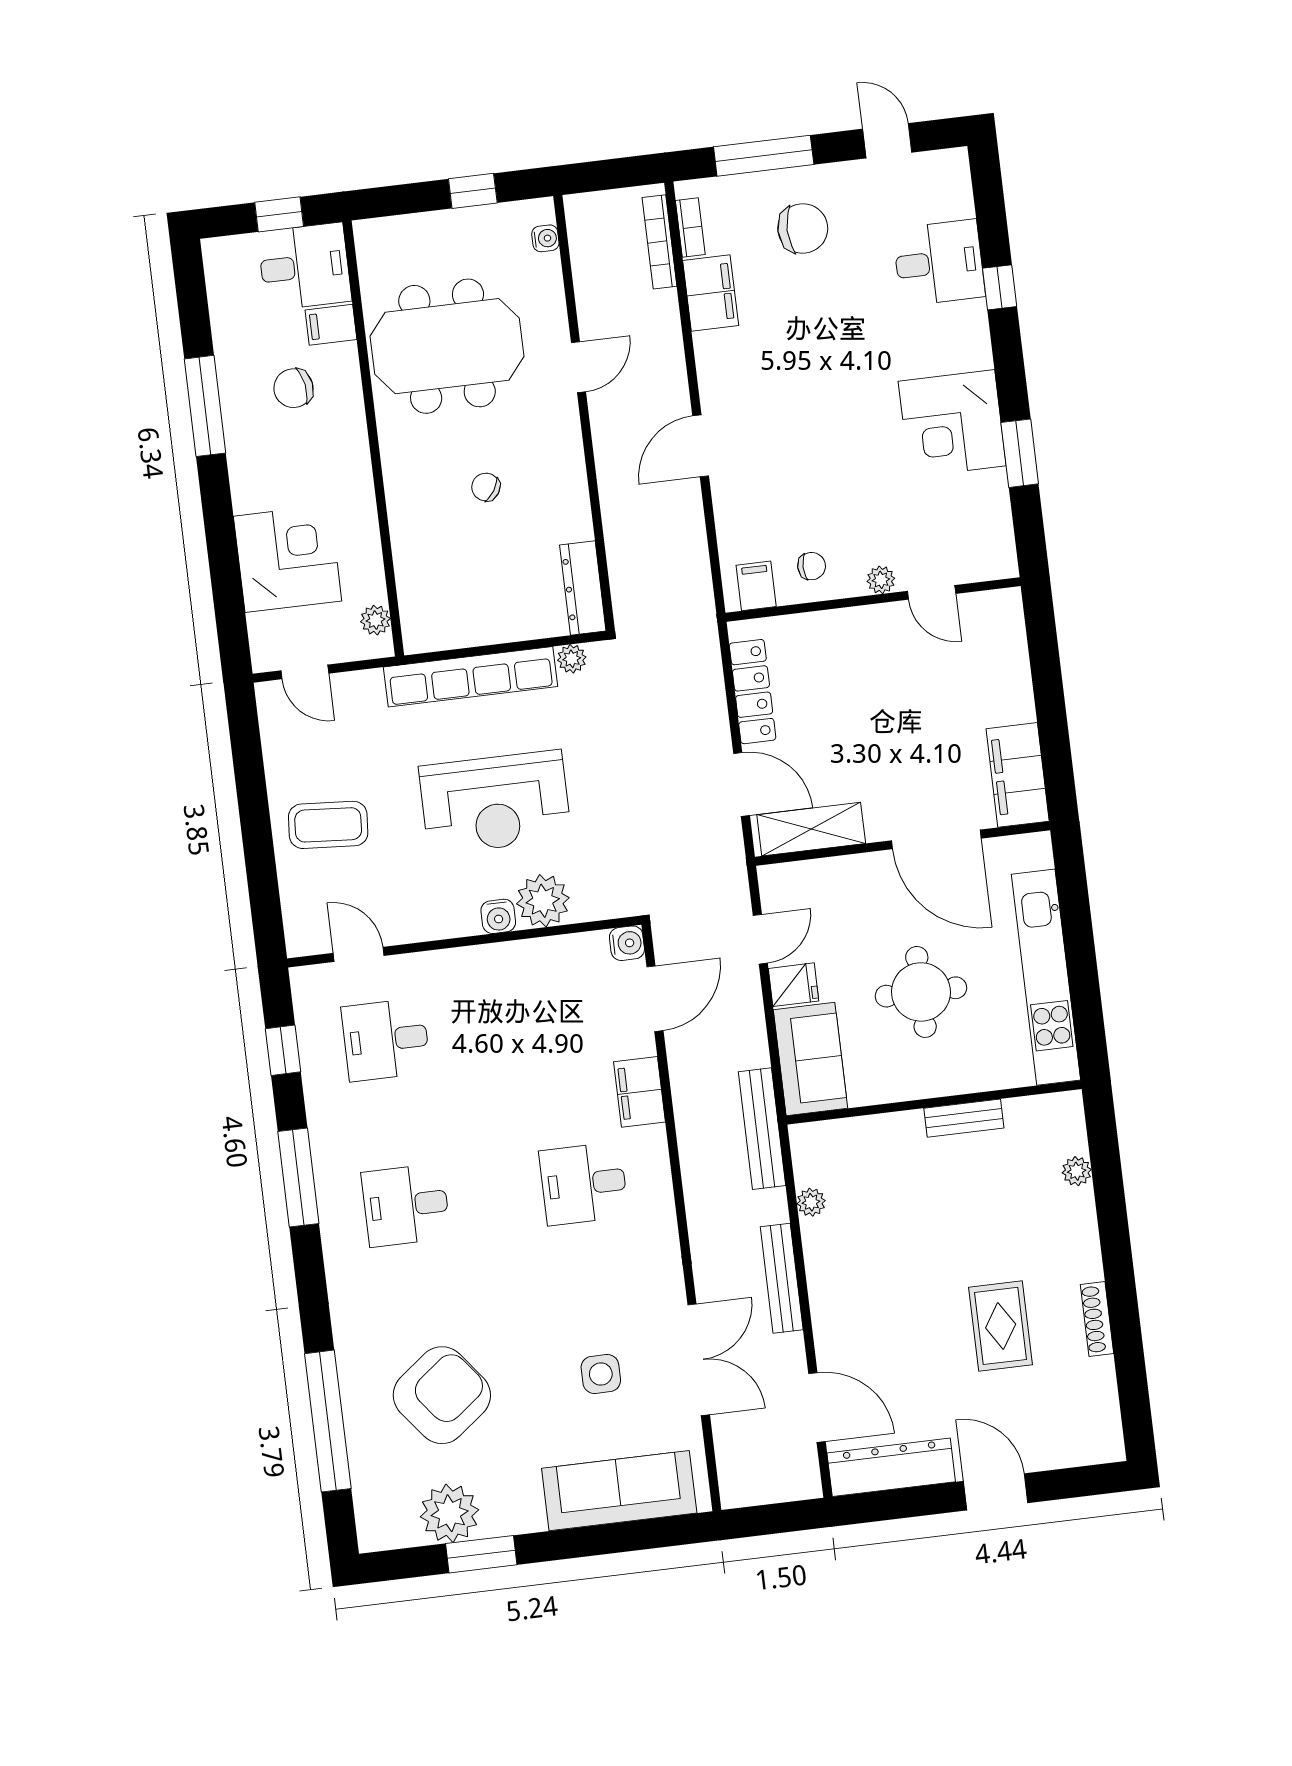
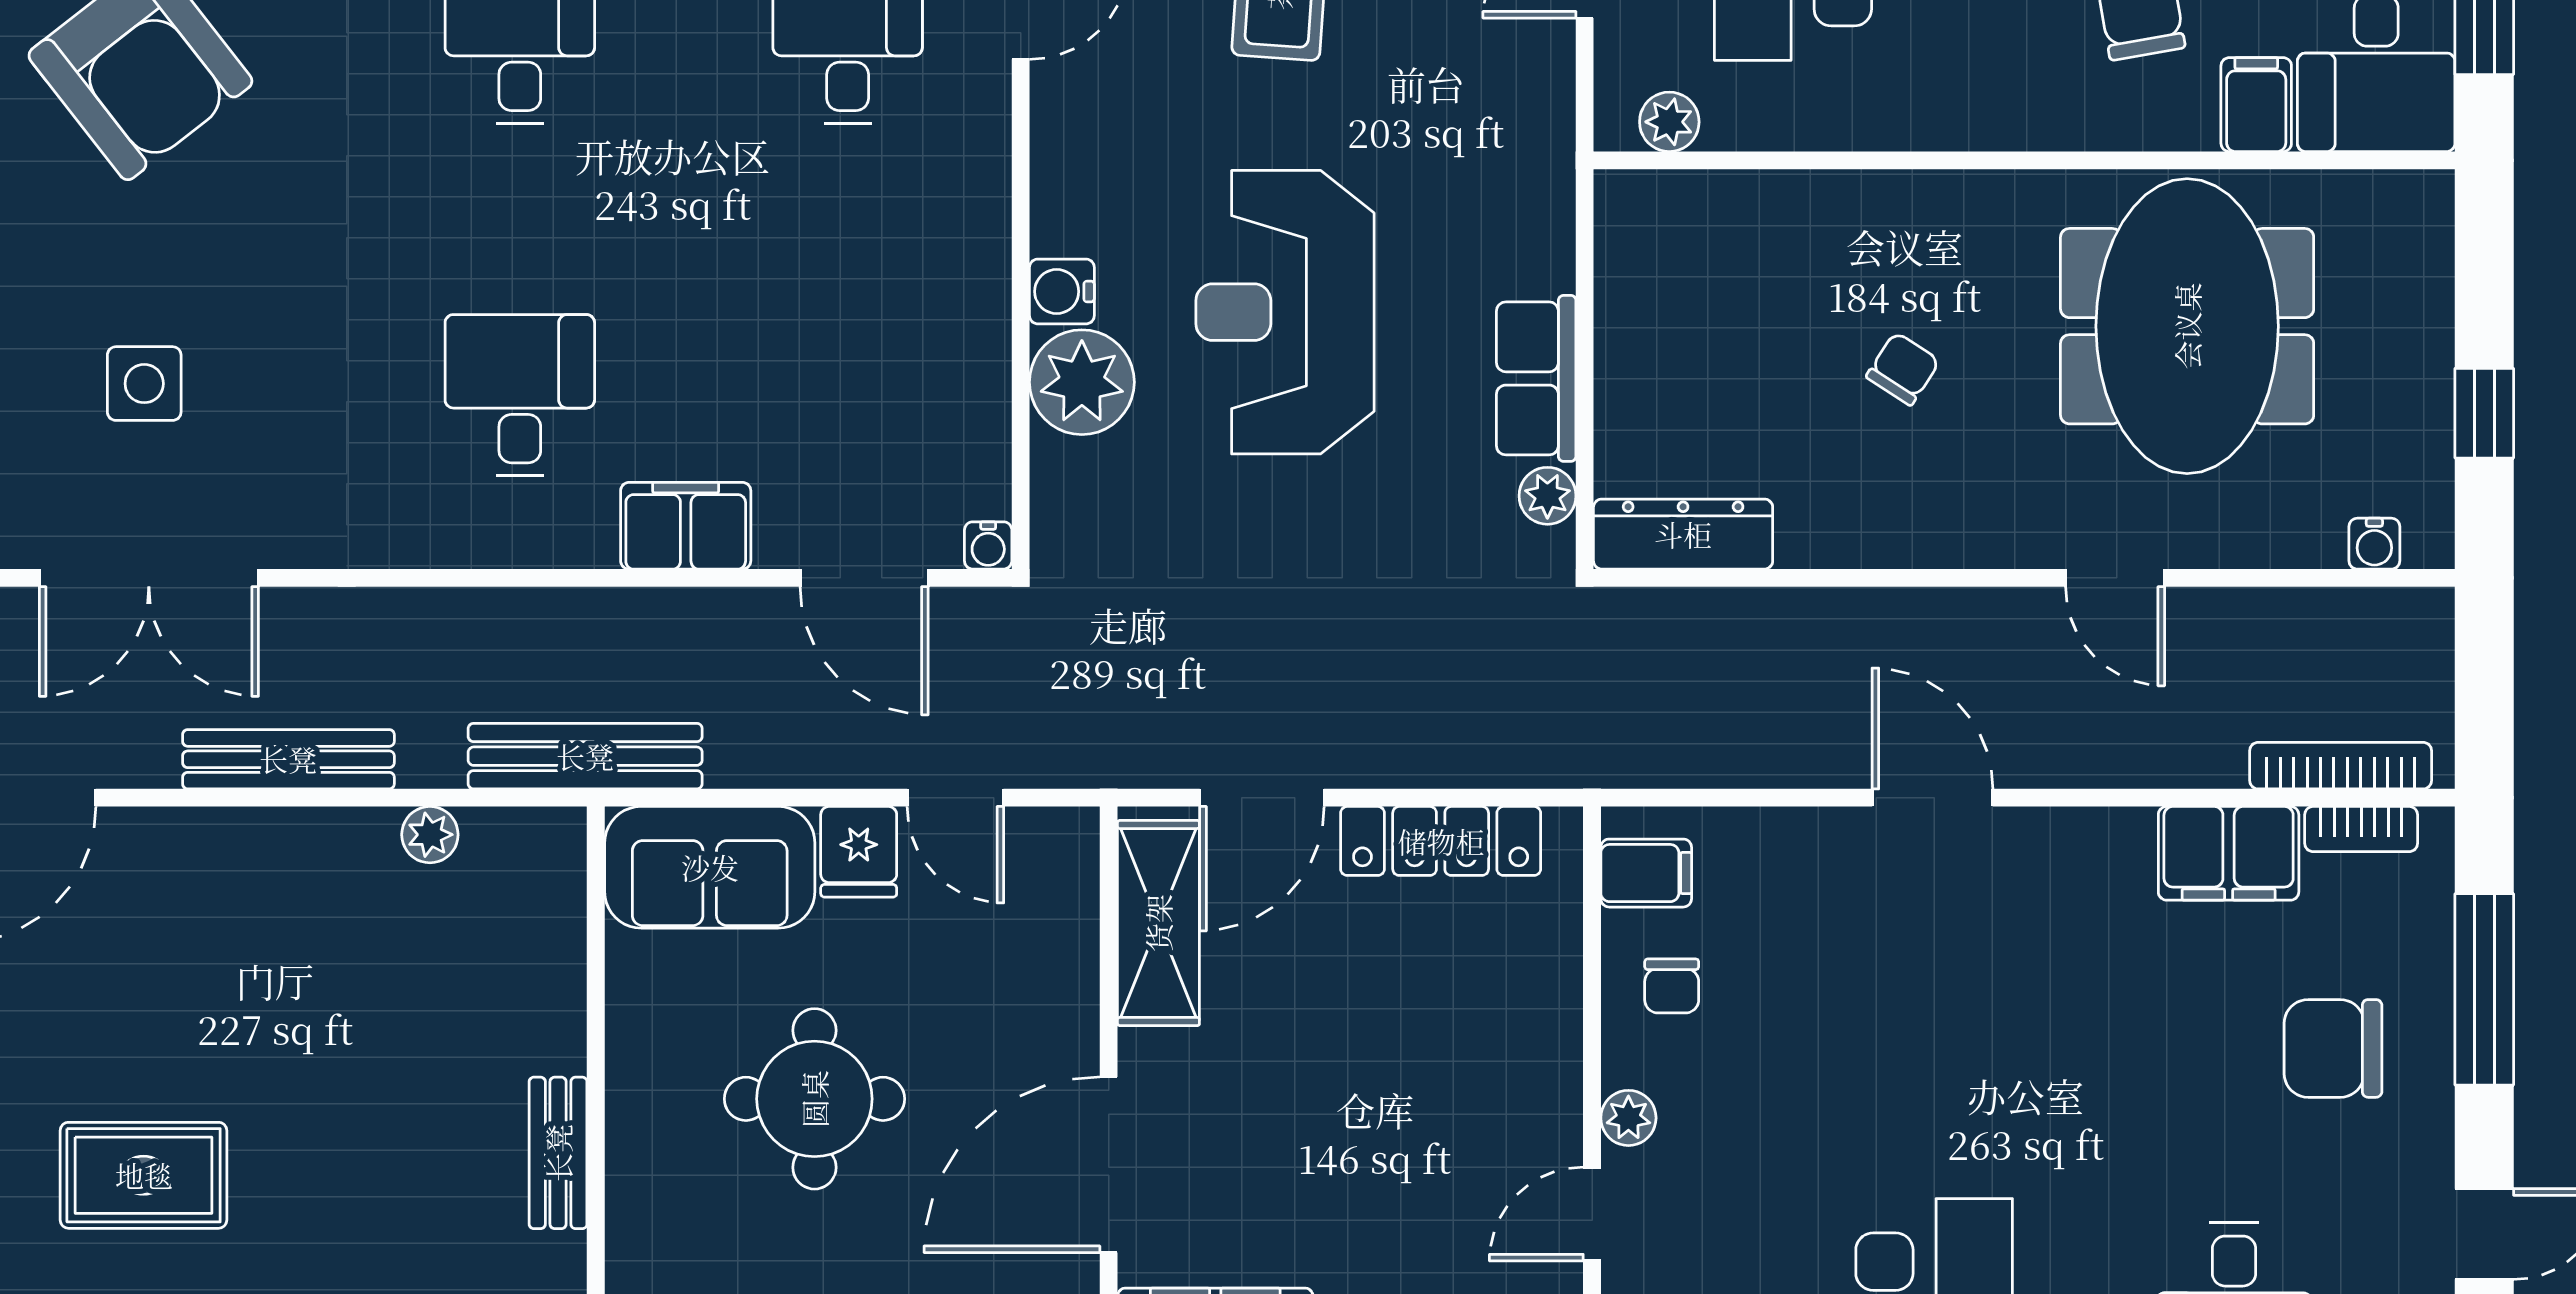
chair: (803, 228) -> (2333, 1048), turned 90
row of seats: (470, 677) -> (1536, 378), width x0.50
water cooler: (627, 943) -> (988, 545), width x0.72, depth x0.72

